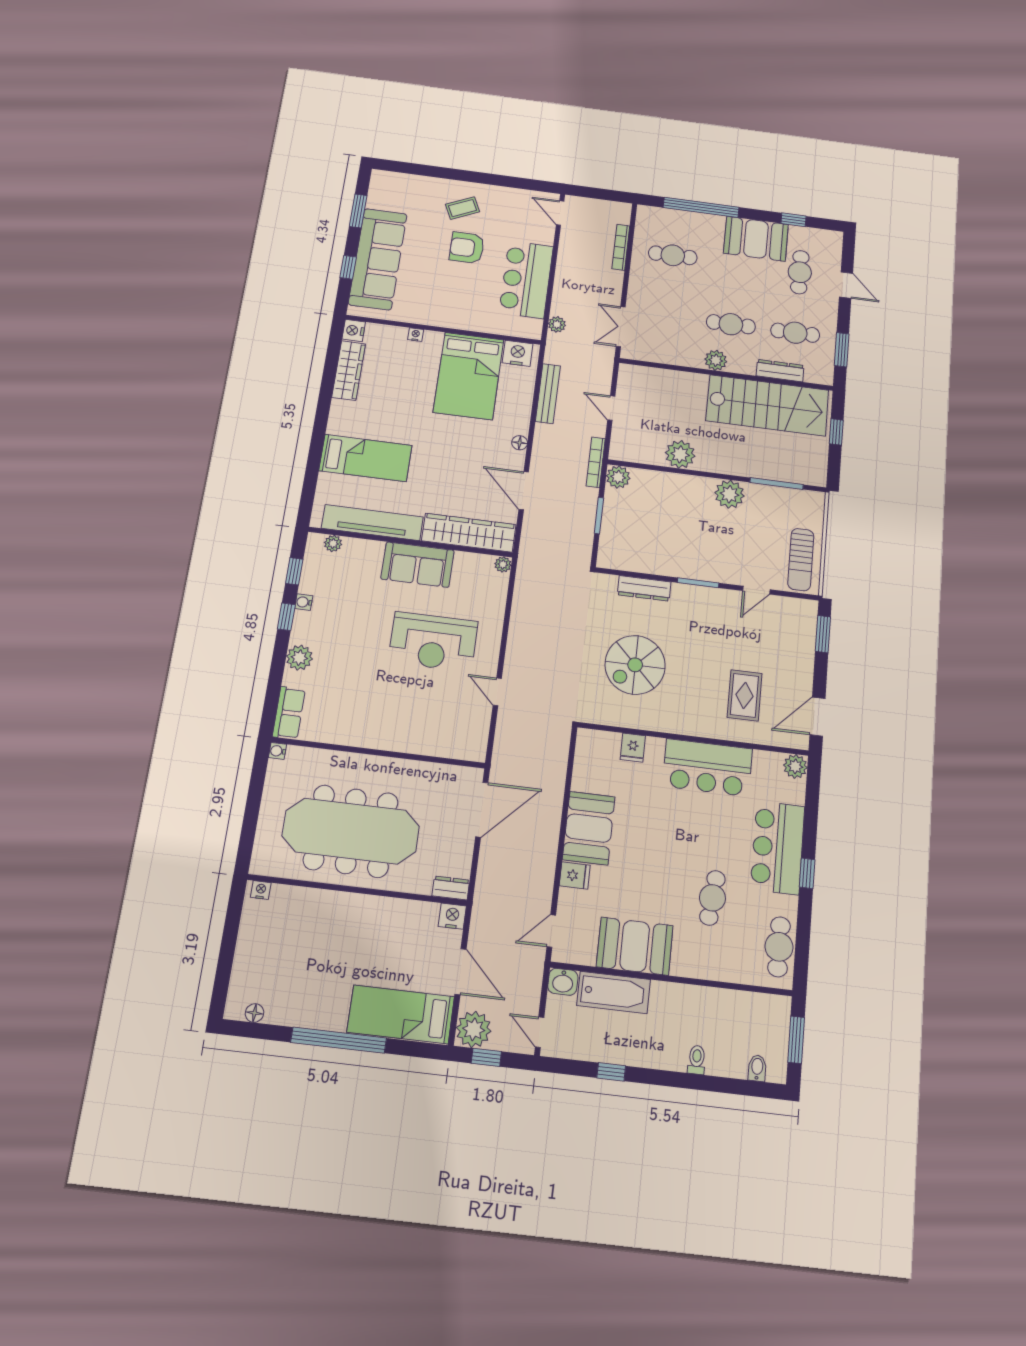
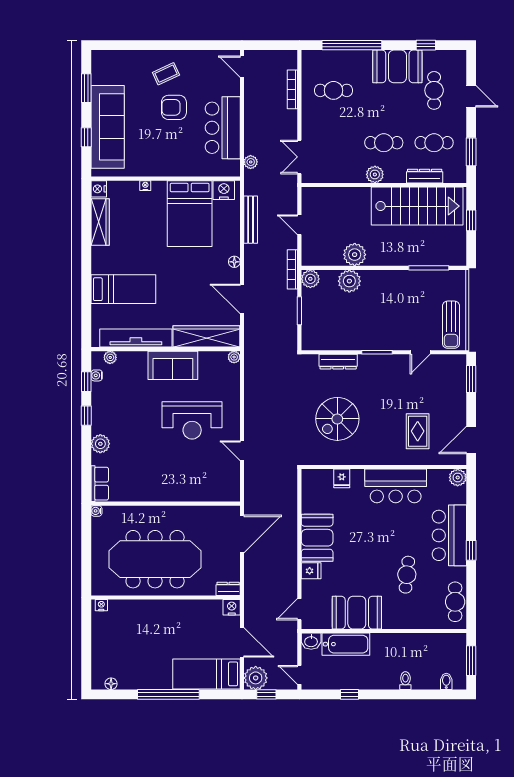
plant: (730, 494) -> (349, 281), moved
water cooler: (304, 602) -> (97, 375), moved

